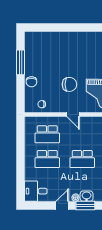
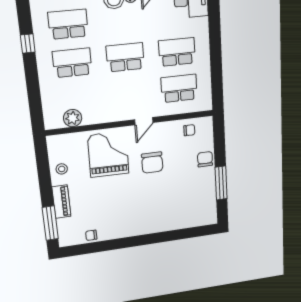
chair: (69, 84) -> (152, 163), turned -90
door: (73, 115) -> (144, 121), swing flipped

